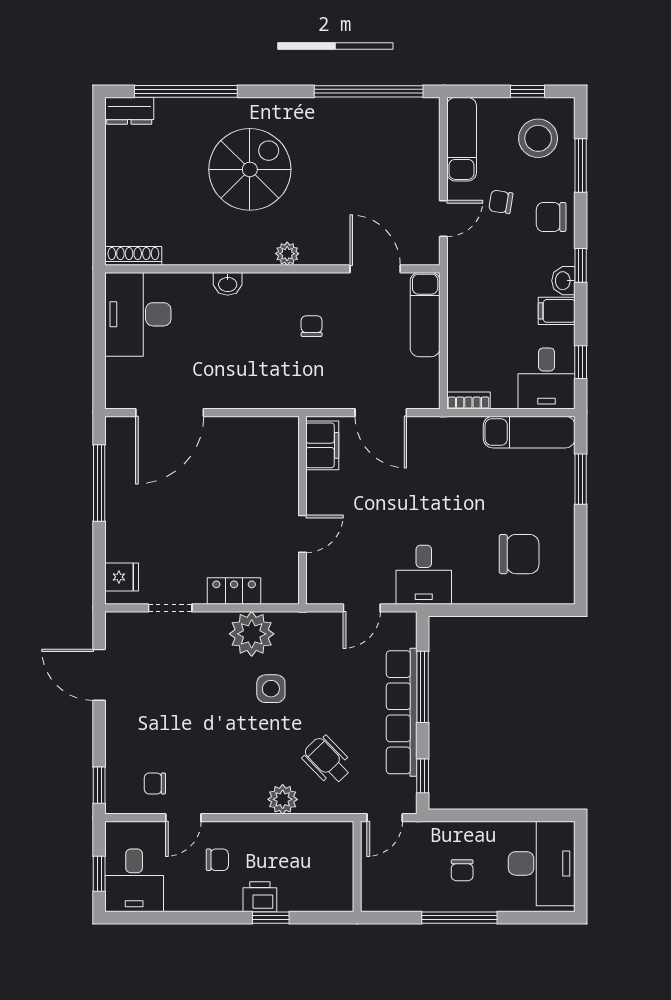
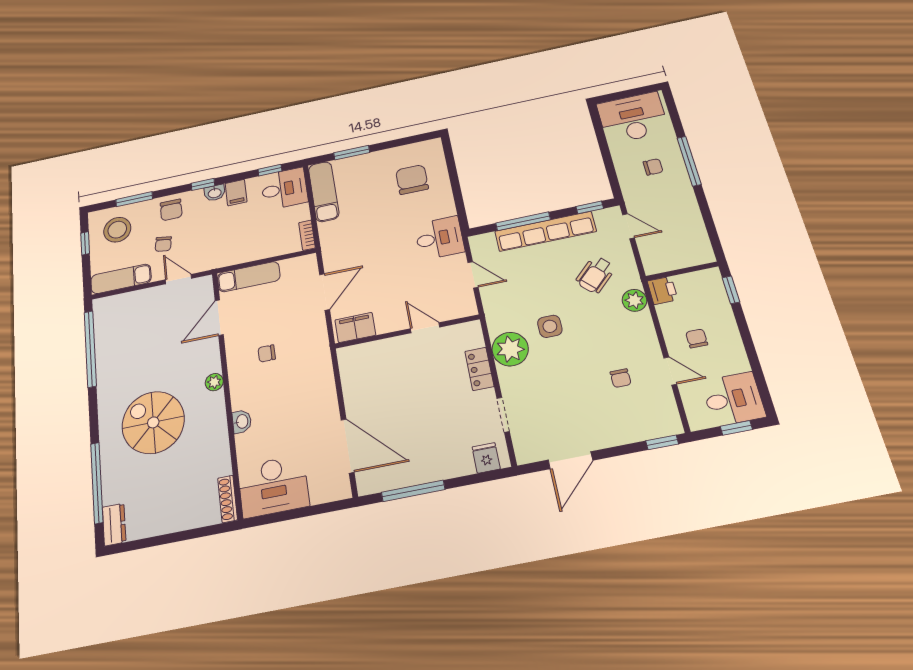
chair: (155, 783) -> (621, 378), moved
wall: (357, 867) -> (682, 271), moved
printer: (260, 897) -> (663, 290), moved, turned 180

